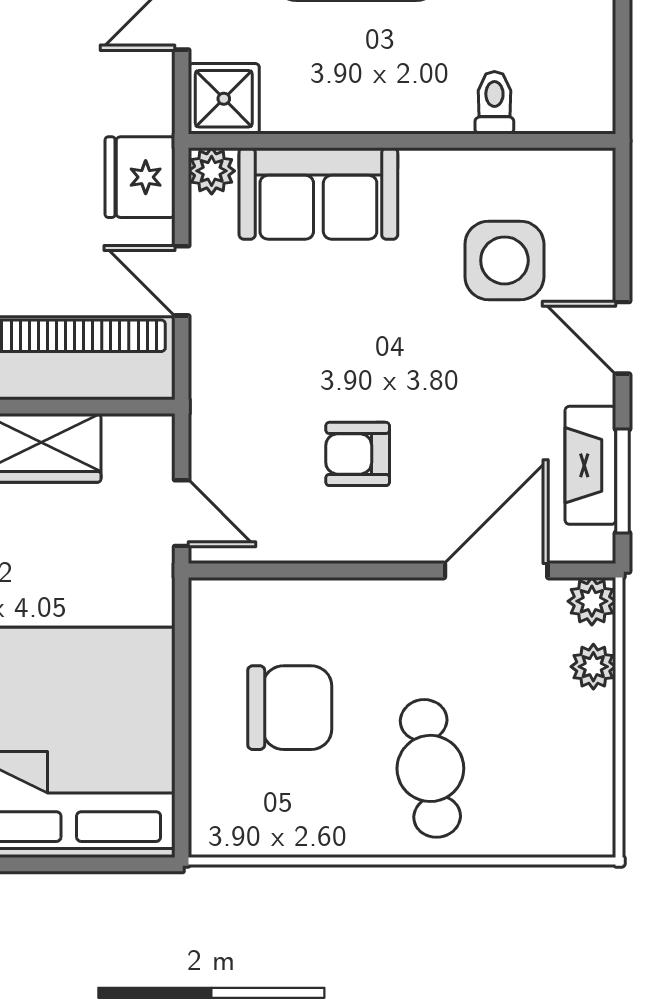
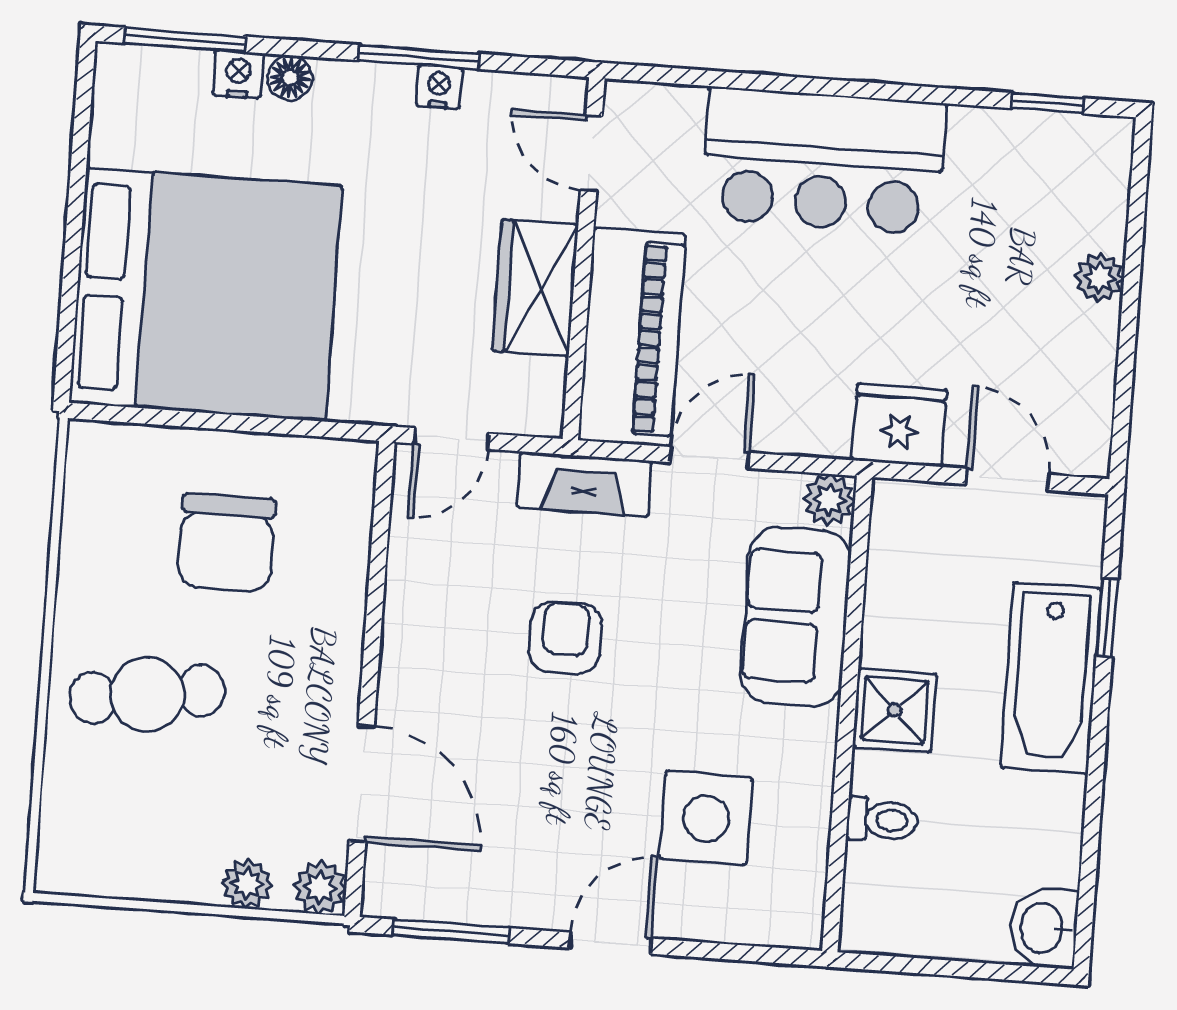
shower: (224, 99) -> (895, 710), moved
fridge: (140, 177) -> (899, 425), moved
armchair: (358, 454) -> (565, 638), moved
fireplace: (590, 465) -> (584, 484), moved, turned 180

